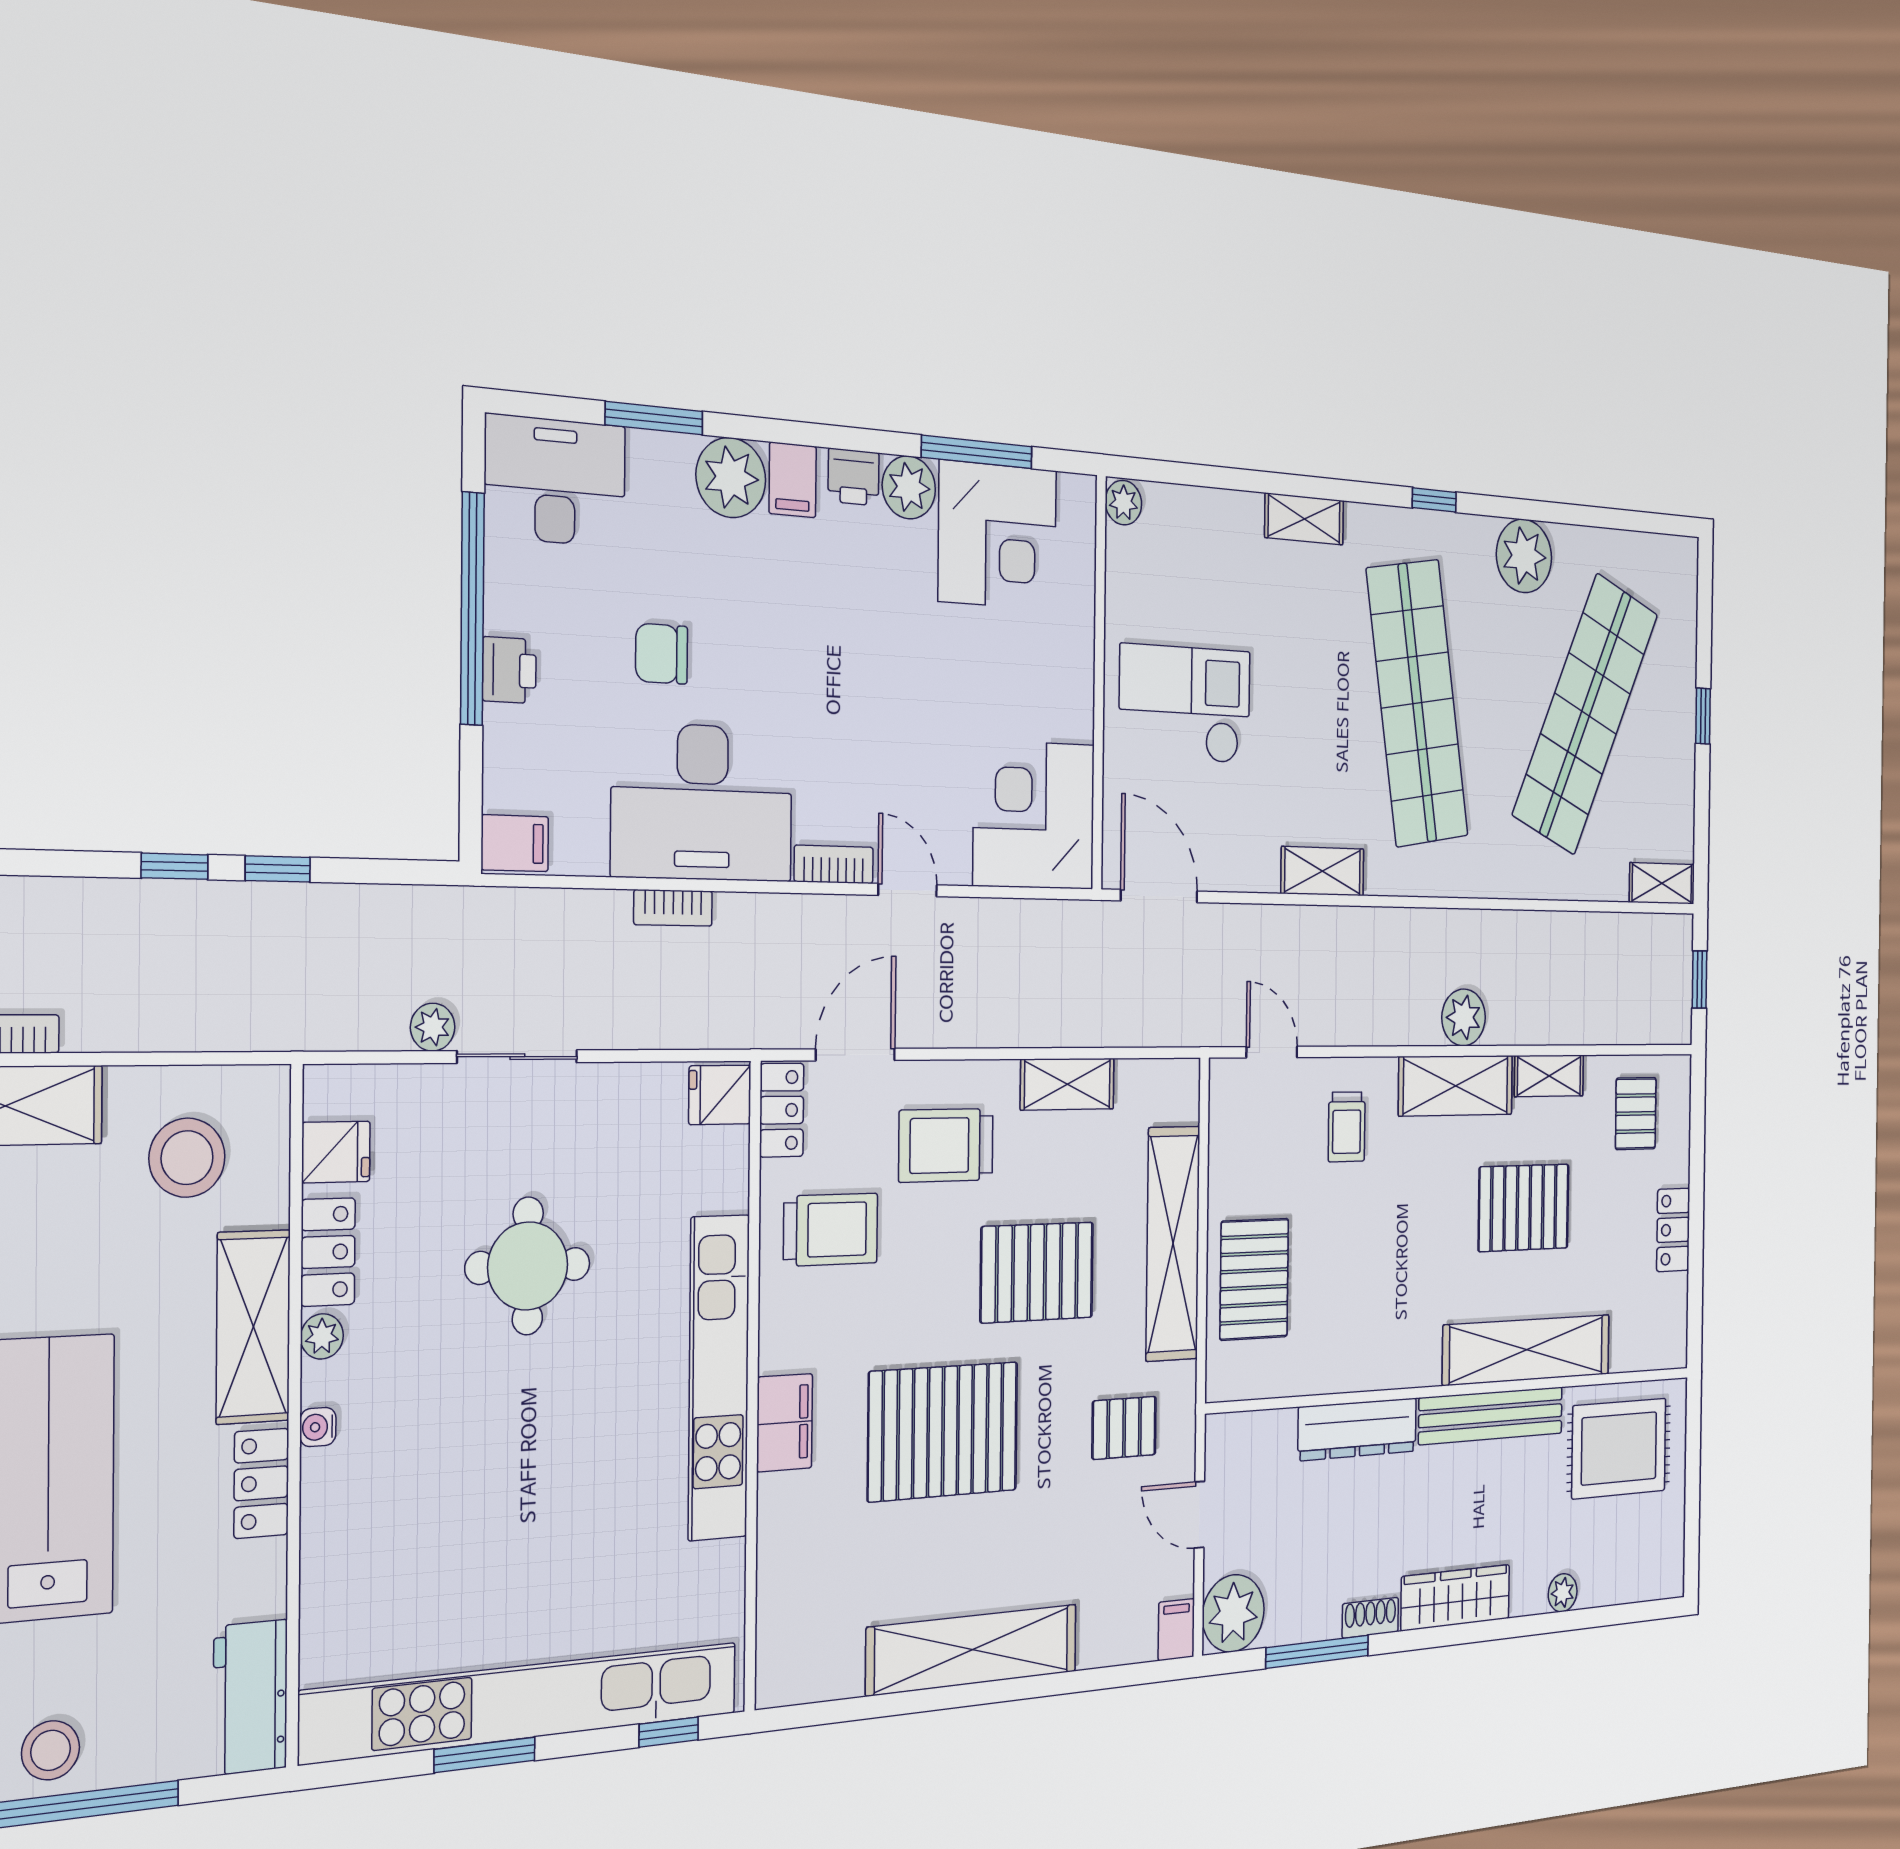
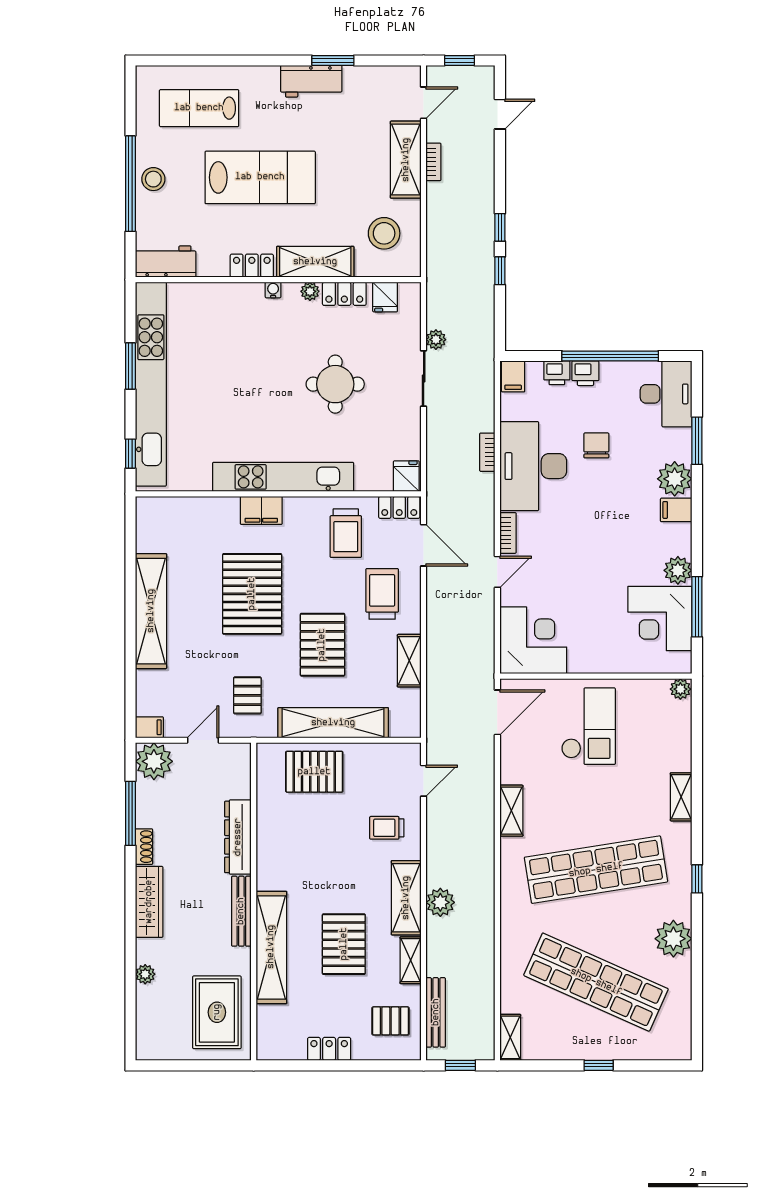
printer: (854, 477) -> (557, 373), moved, turned -90
bench: (1625, 1026) -> (436, 1012), added
bench: (1491, 1416) -> (241, 911), width x0.73, depth x0.82

